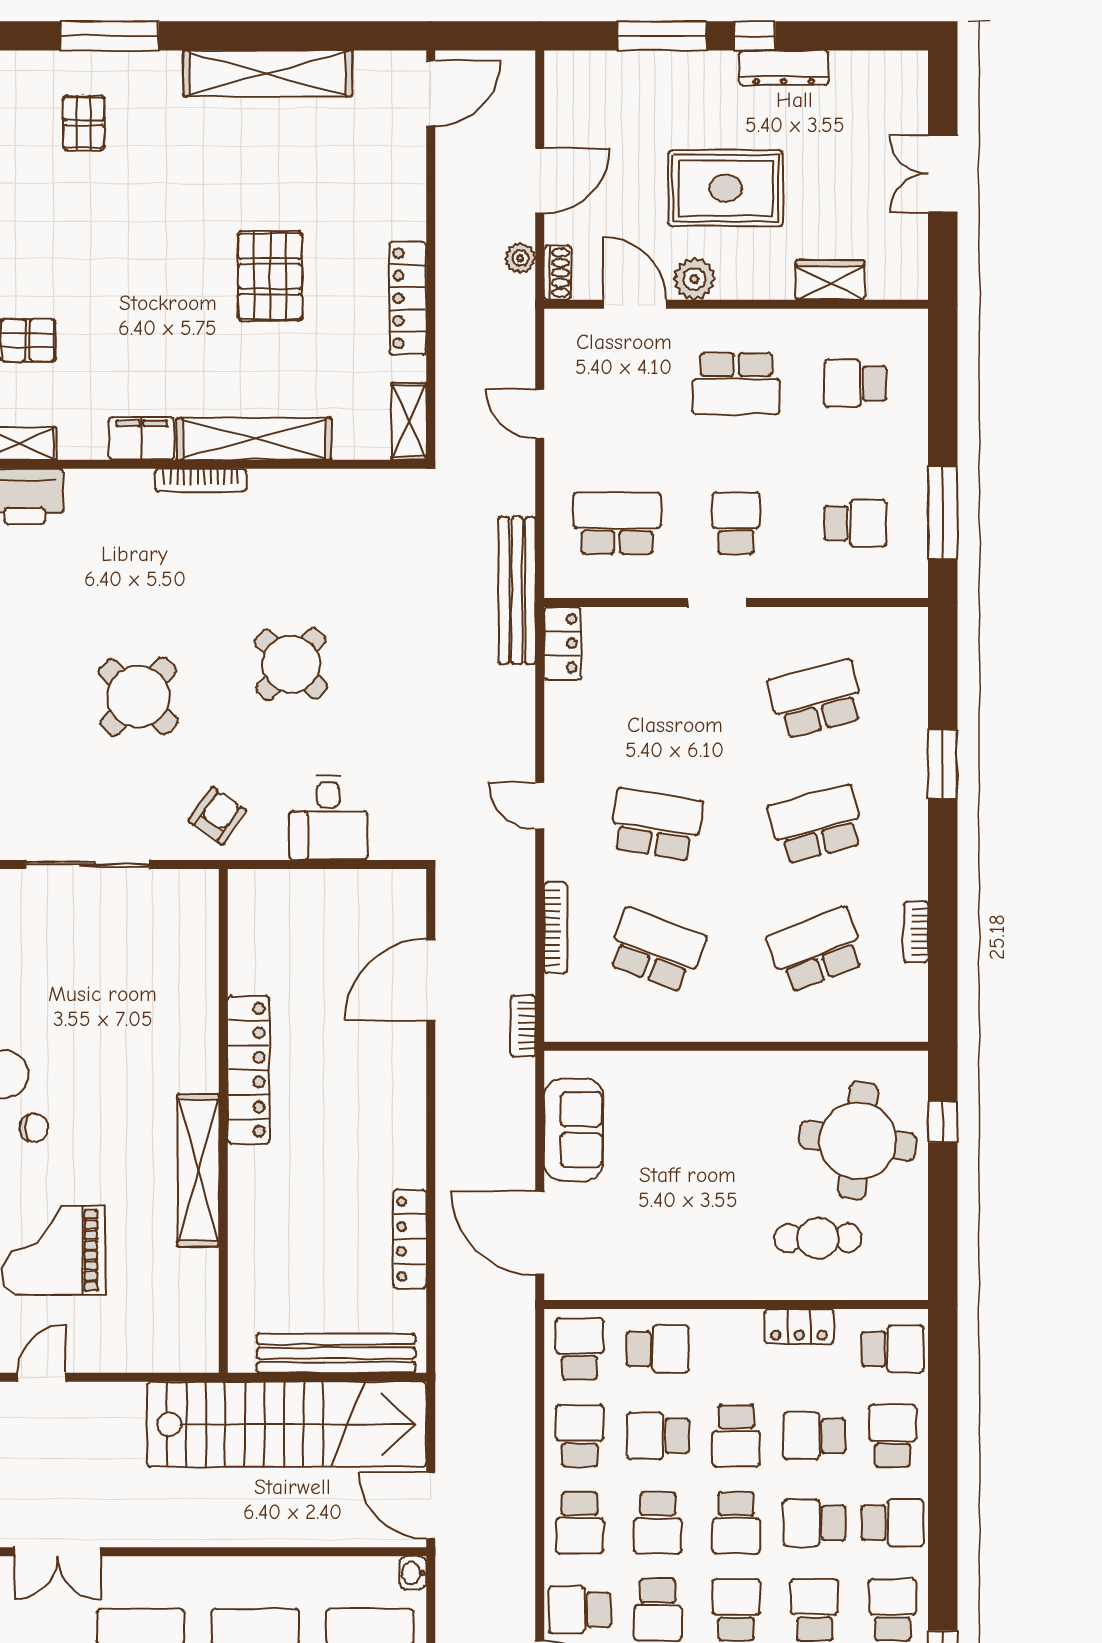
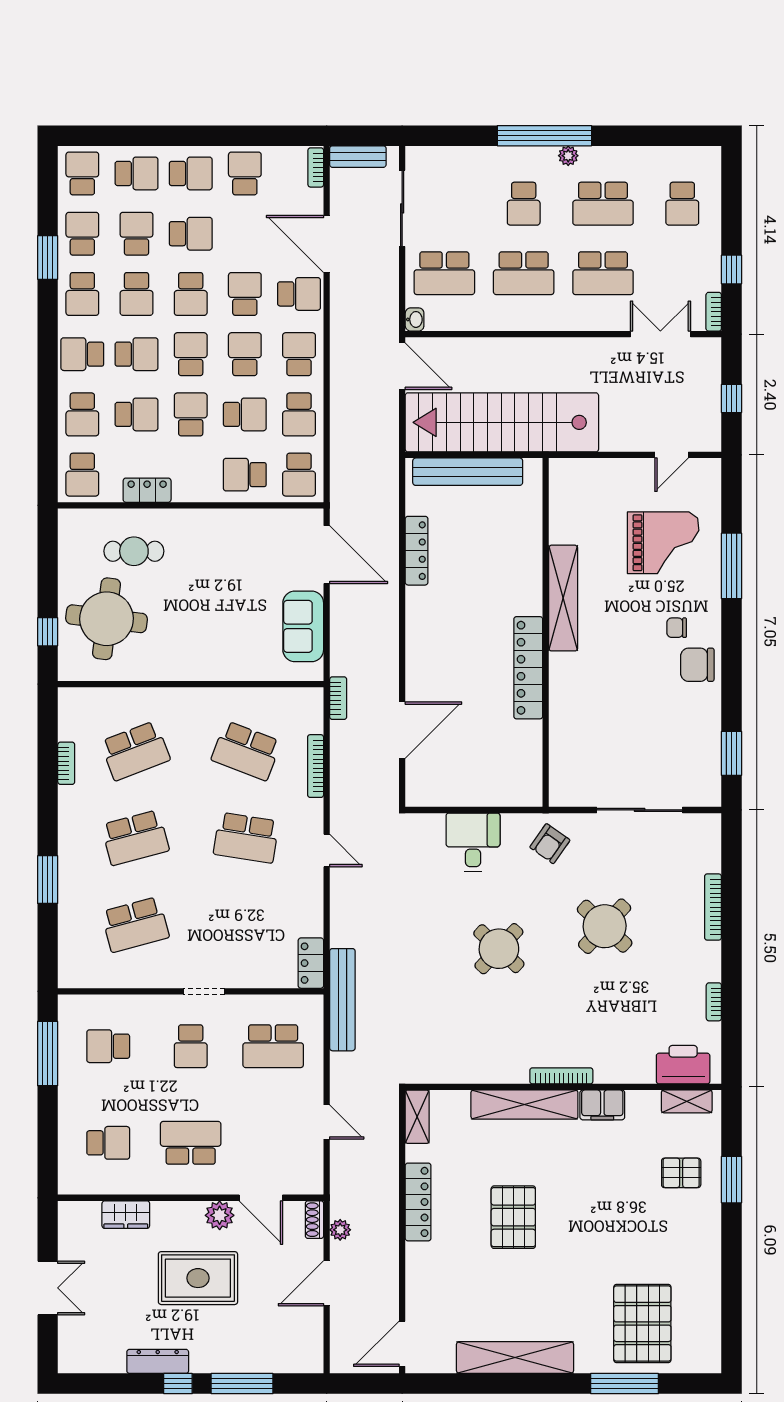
pallet: (84, 123) -> (642, 1324), width x2.05, depth x2.00
school desk: (893, 1349) -> (82, 475), turned -90

